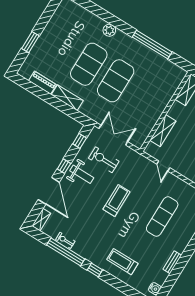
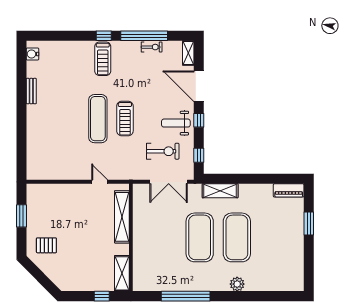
piano: (42, 83) -> (289, 190), moved
shelving: (67, 98) -> (220, 191), moved
shelving: (163, 131) -> (122, 217), width x1.47
exercise mat: (162, 217) -> (98, 119), moved
treadmill: (122, 262) -> (103, 59), moved, turned 90

